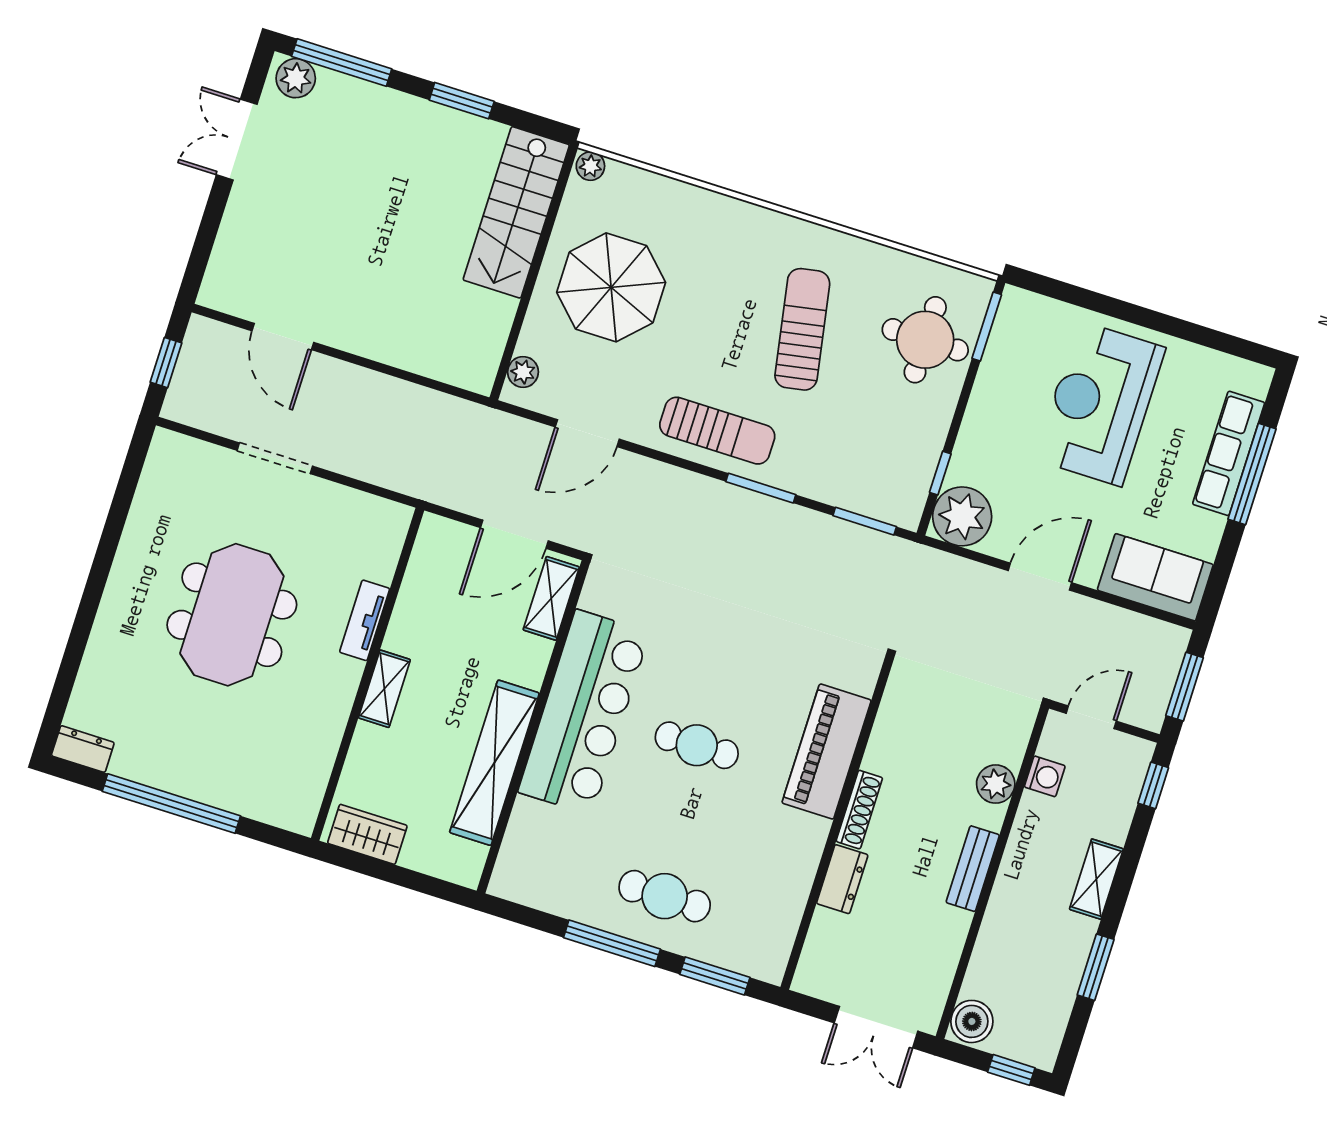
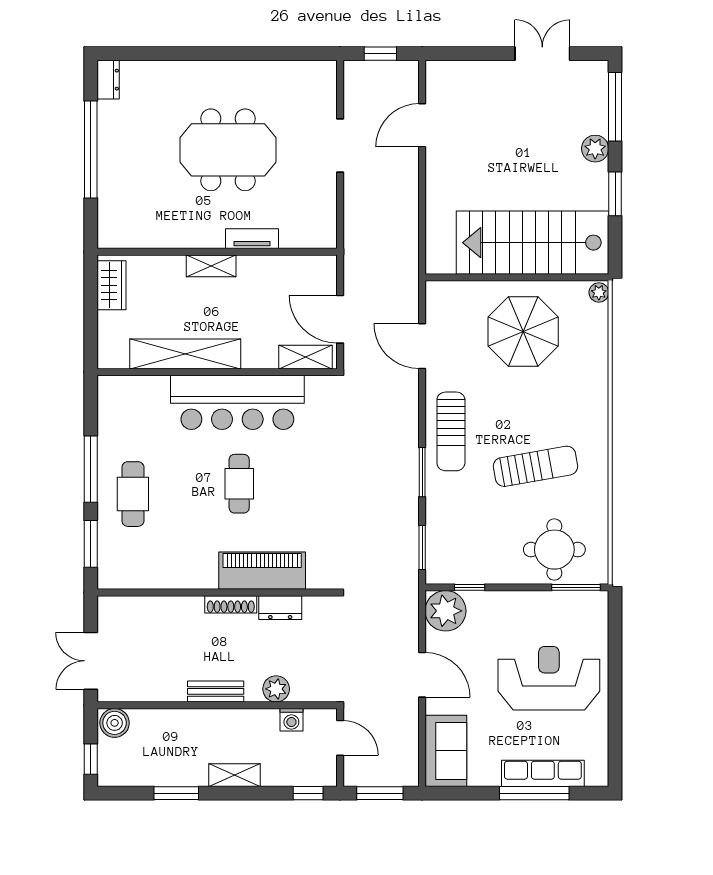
plant: (296, 78) -> (595, 149), moved
stairs: (516, 212) -> (532, 243), width x1.36, depth x1.51
plant: (523, 372) -> (449, 291), removed
dresser: (842, 879) -> (280, 608), moved

